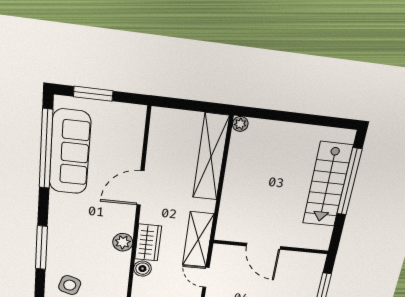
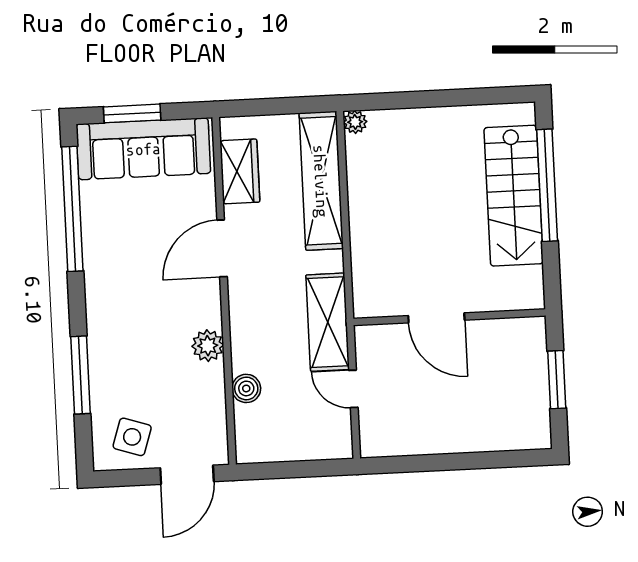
sofa: (70, 152) -> (143, 149), moved, turned 90
wardrobe: (148, 242) -> (240, 171), moved

